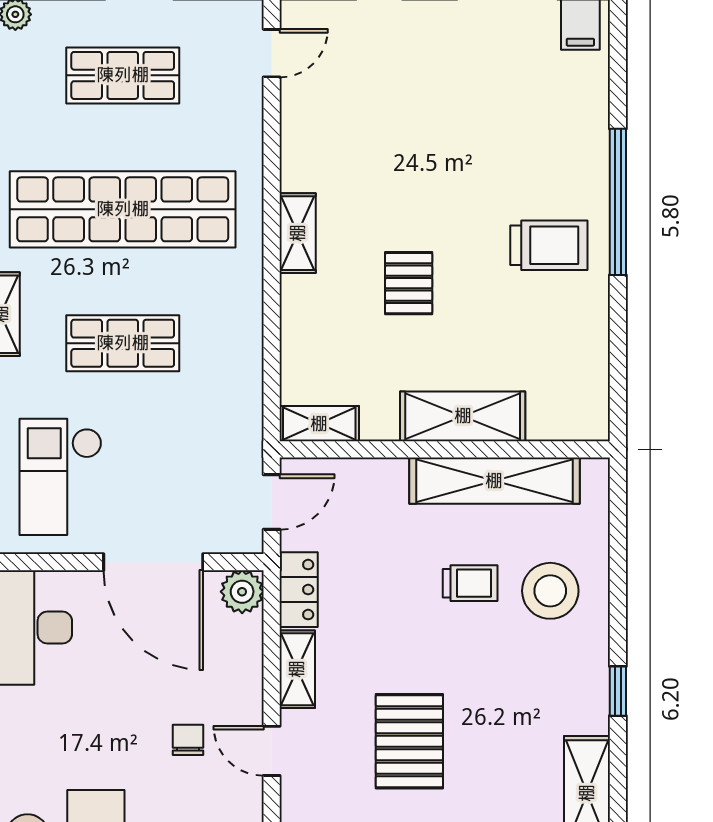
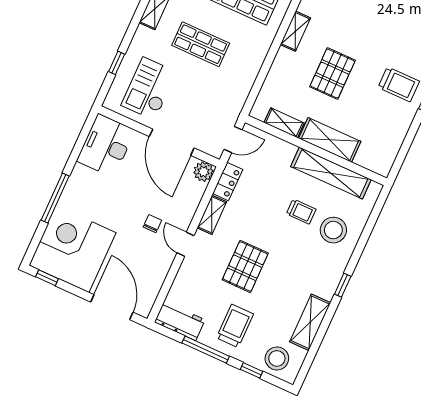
pallet: (409, 283) -> (332, 74), width x1.50, depth x1.42
shelving: (319, 424) -> (284, 123), moved

